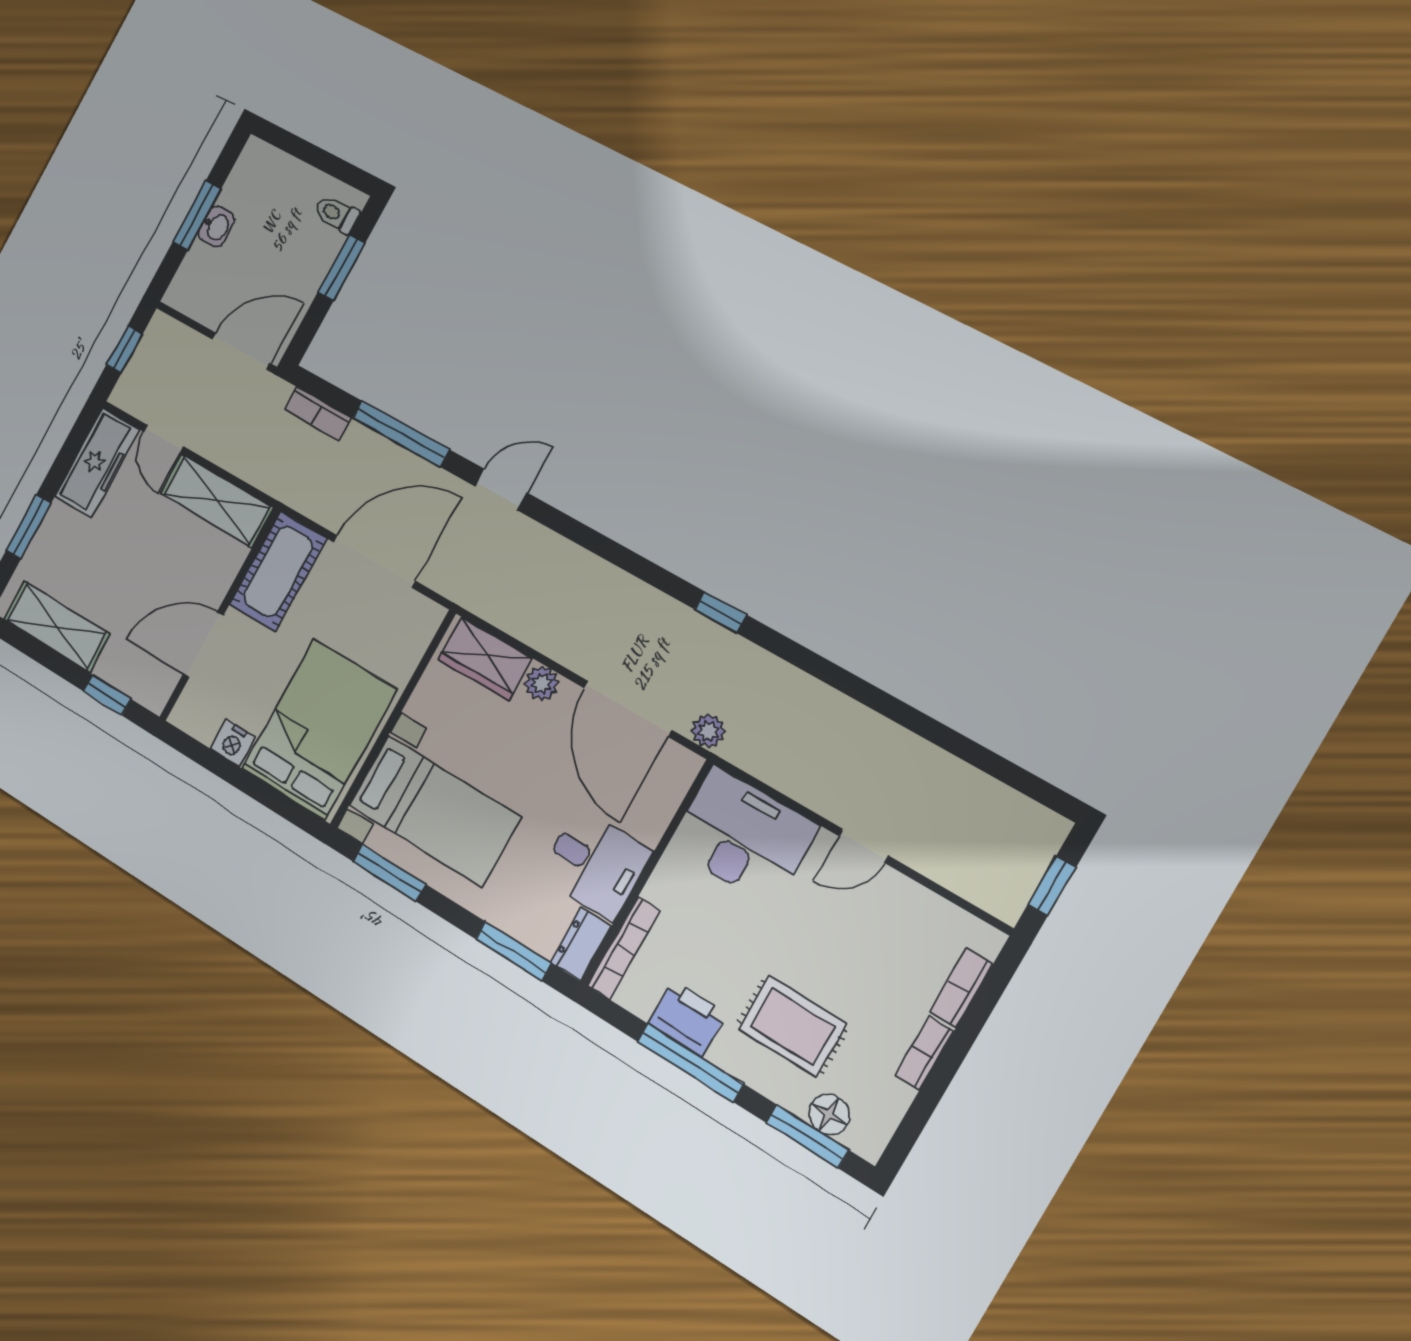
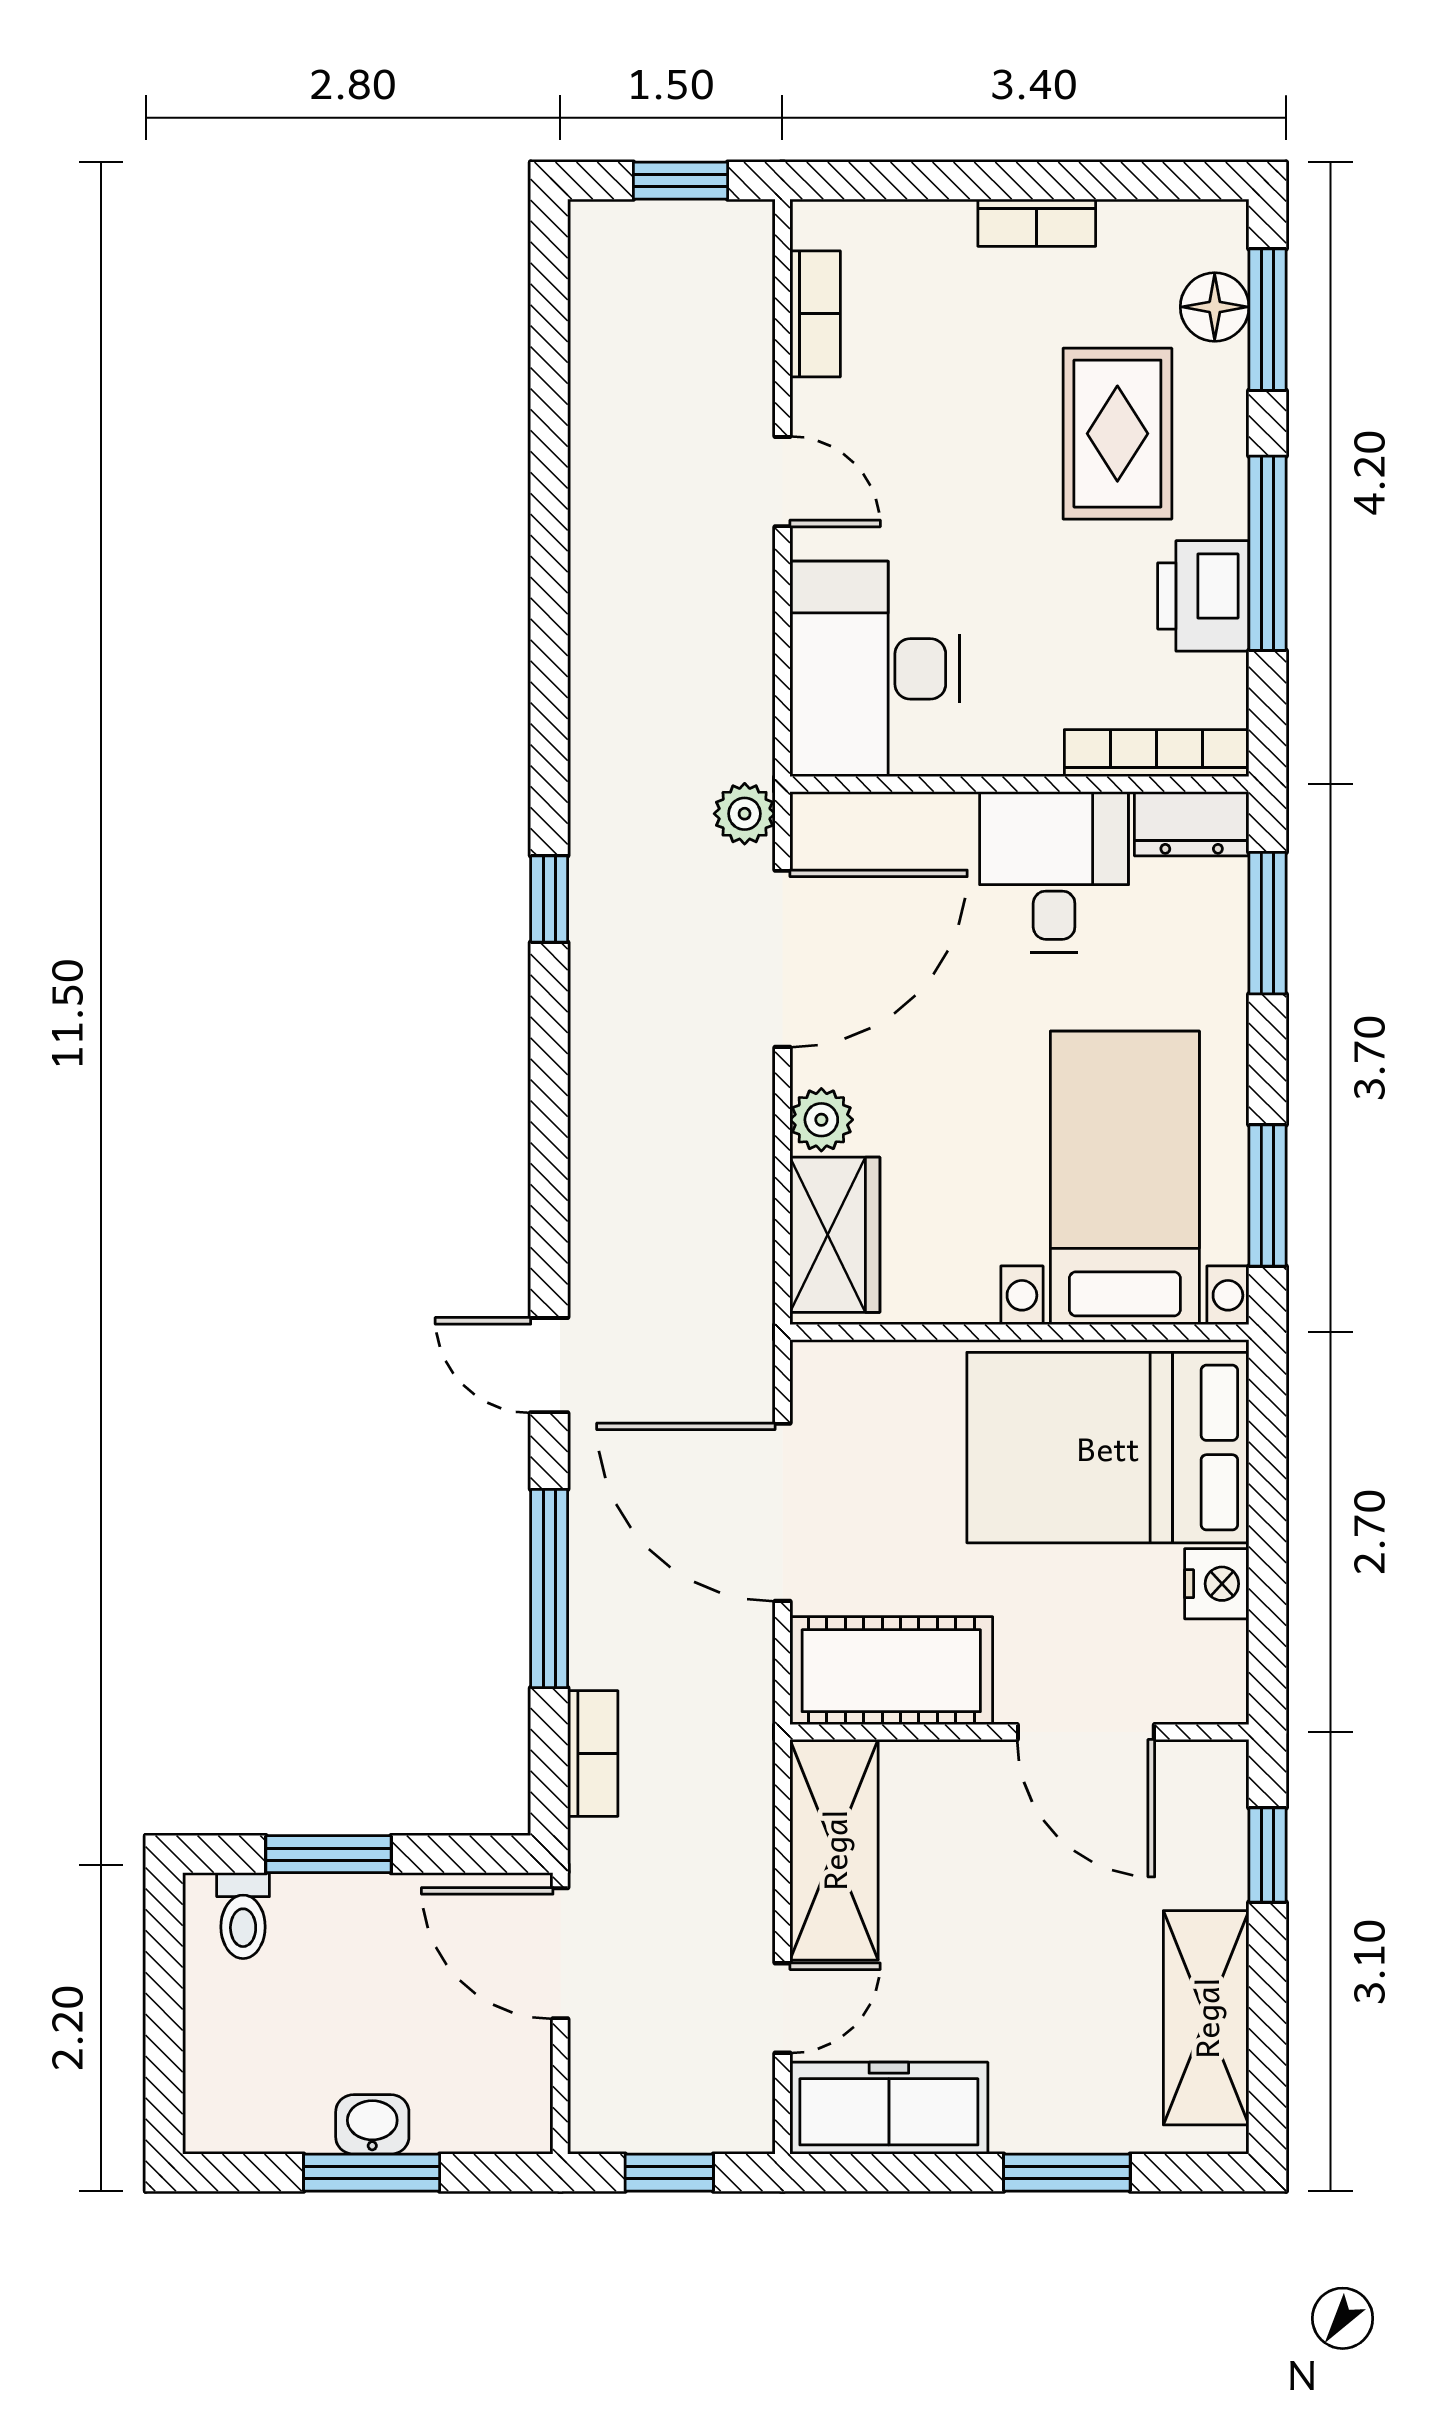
bookcase: (961, 988) -> (815, 314), moved, turned -90

